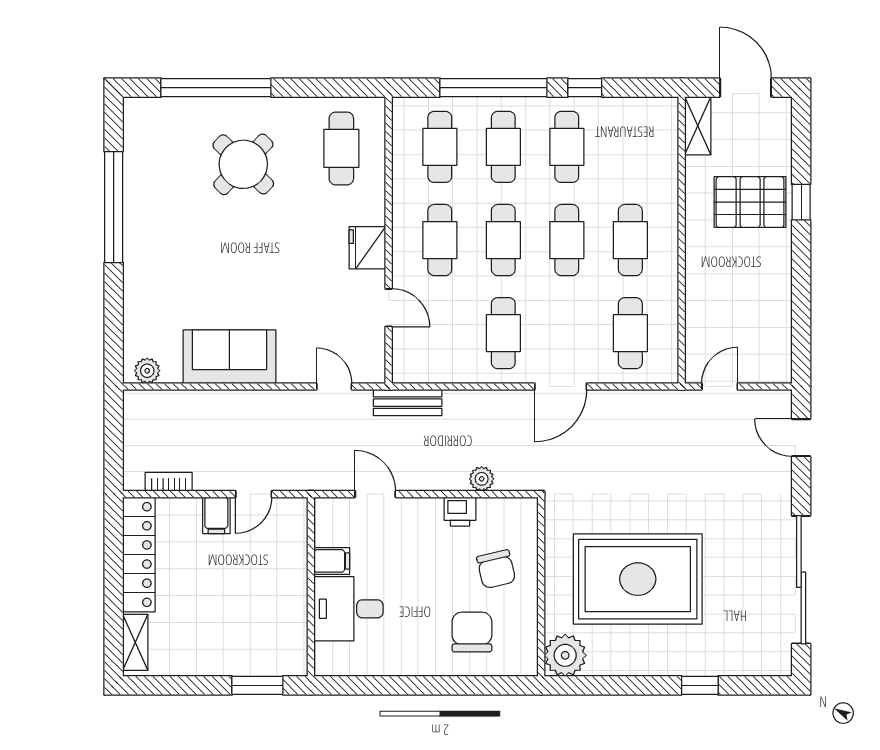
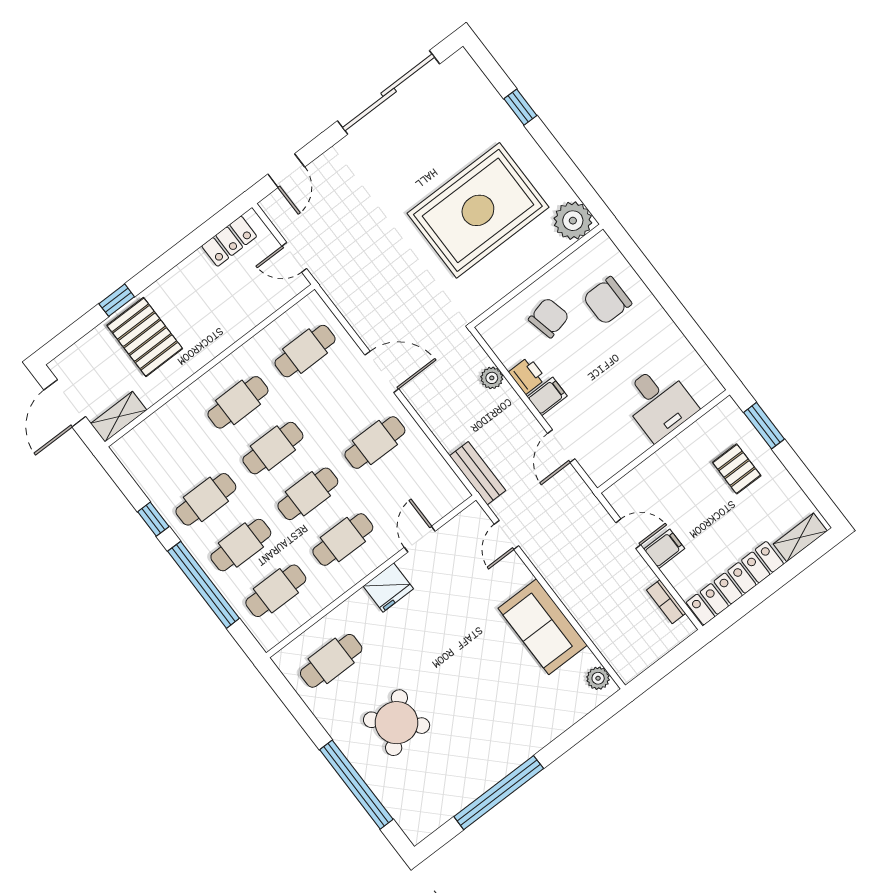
locker: (777, 340) -> (229, 241), added
filing cabinet: (332, 561) -> (547, 396), moved, turned 90
rug: (638, 579) -> (478, 210), turned 90
pallet: (238, 633) -> (737, 469), added

